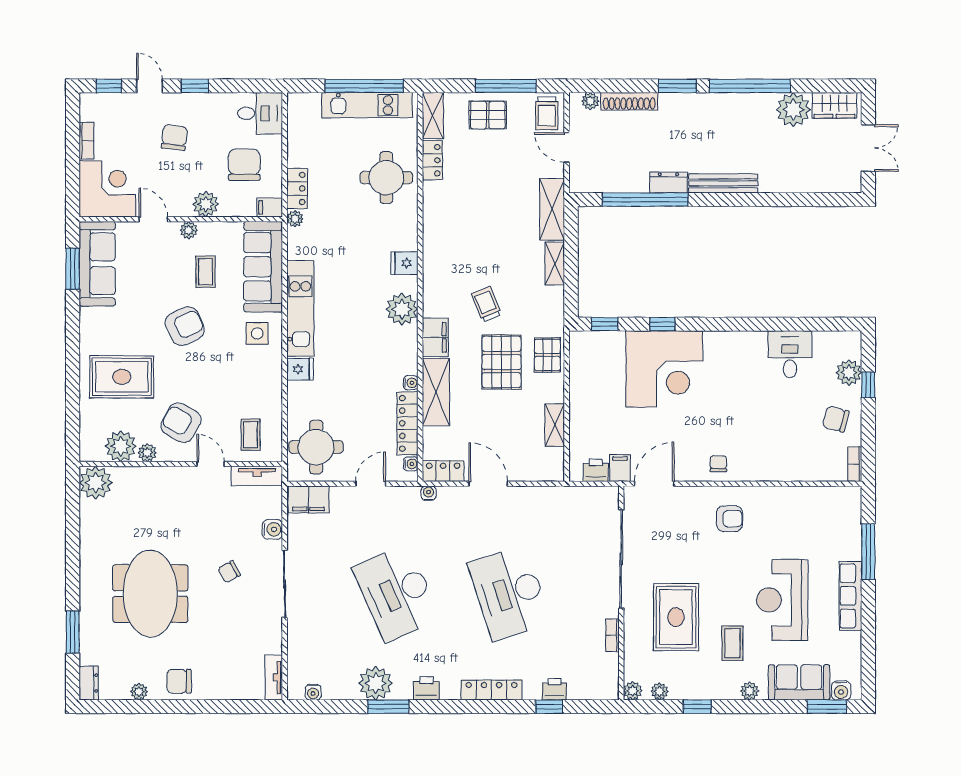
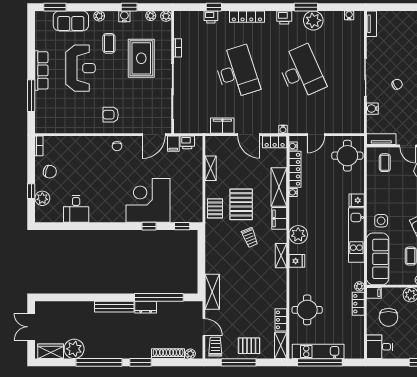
shelving: (555, 263) -> (281, 256), moved
filing cabinet: (308, 499) -> (222, 126), moved
water cooler: (841, 690) -> (124, 16), moved

